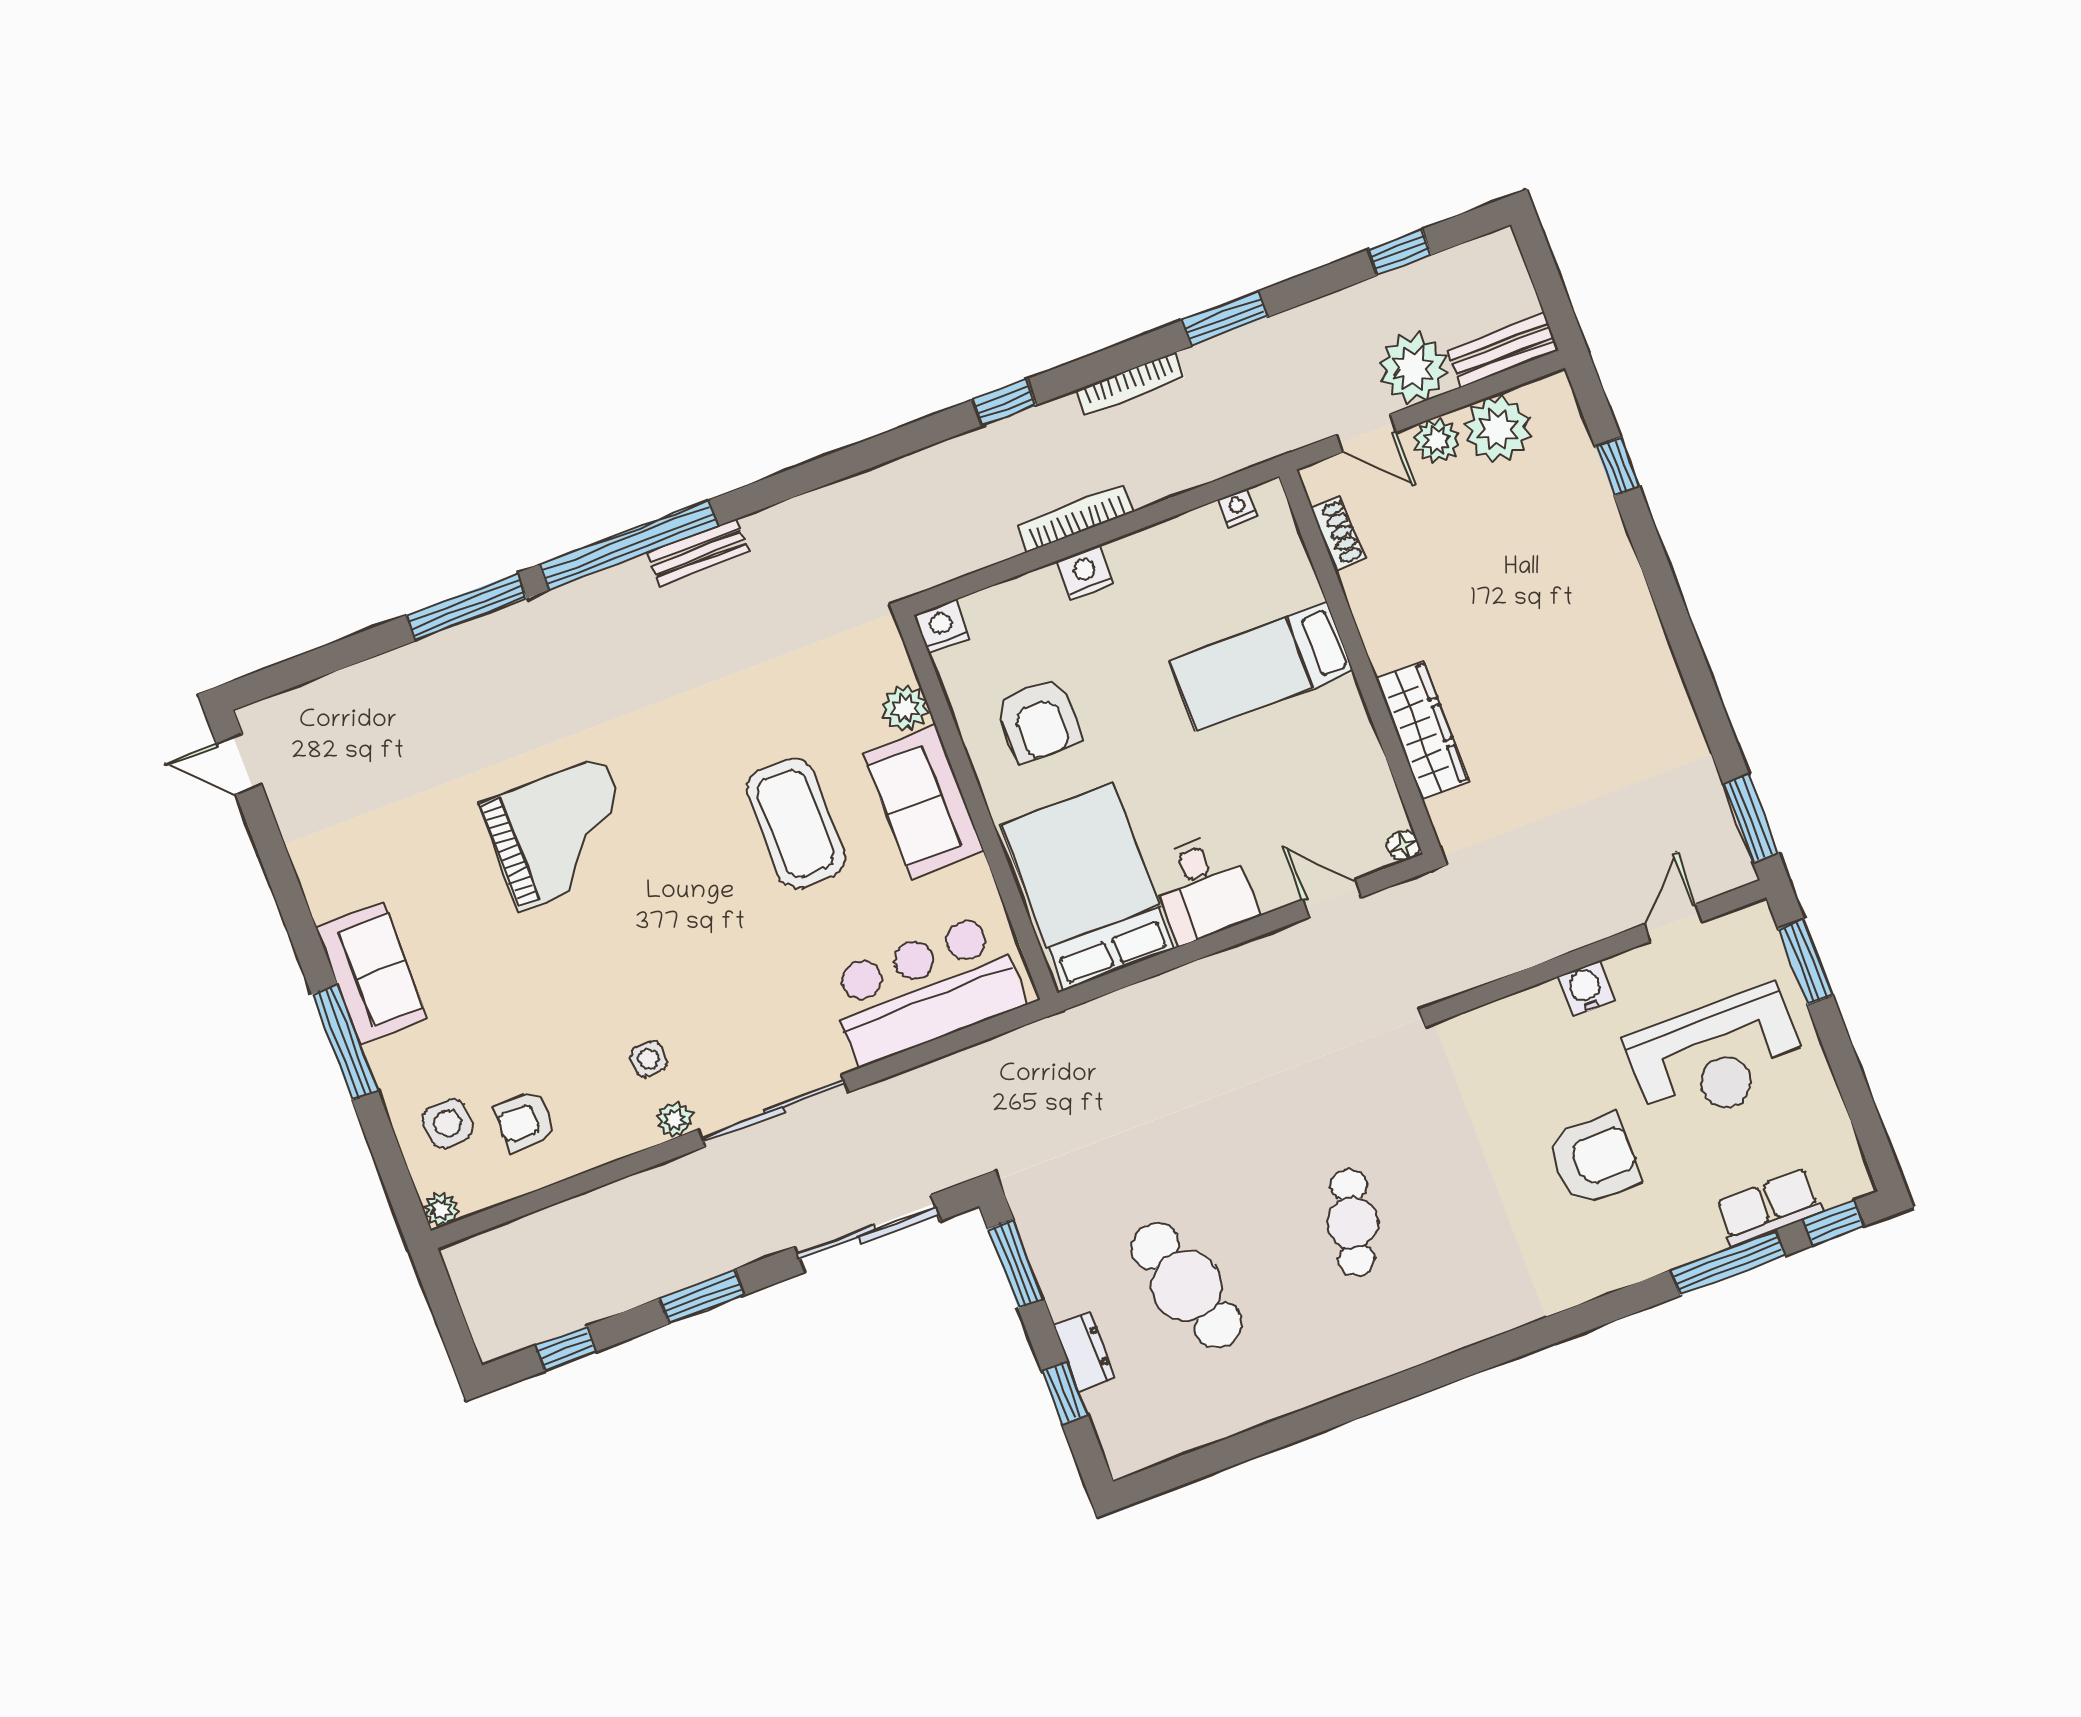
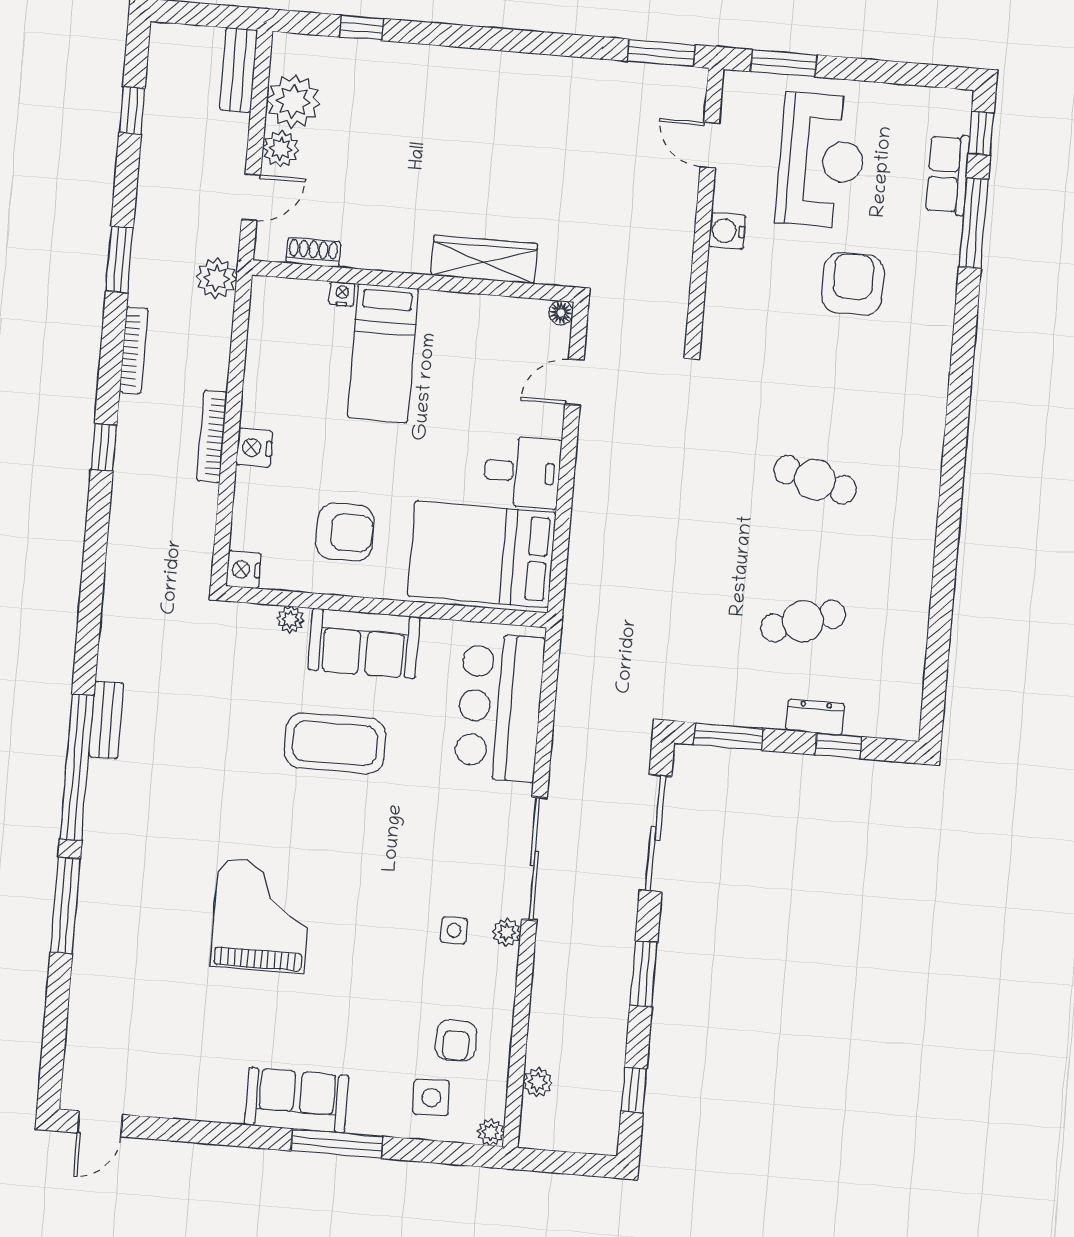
plant: (1413, 368) -> (216, 278), moved, width x0.73, depth x0.73
nightstand: (1238, 507) -> (342, 294), moved, turned 90
plant: (905, 708) -> (290, 620), width x0.73, depth x0.73
plant: (522, 1235) -> (538, 1082), added
cafe table: (1186, 1286) -> (803, 621), width x0.73, depth x0.74

